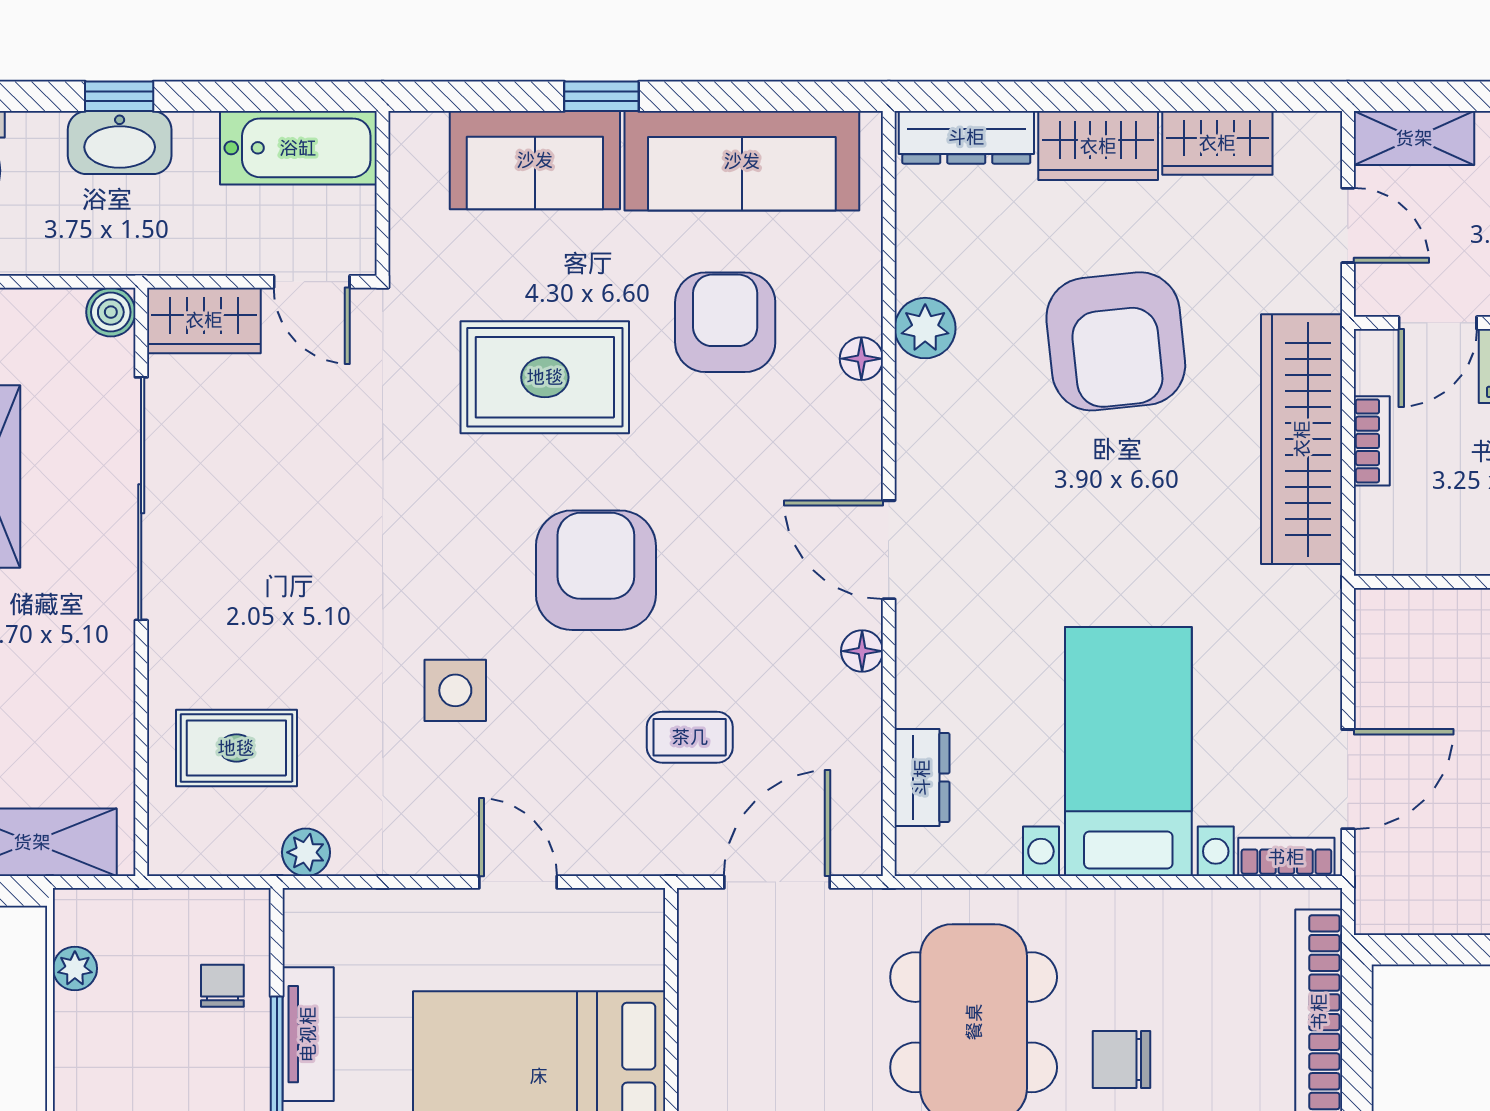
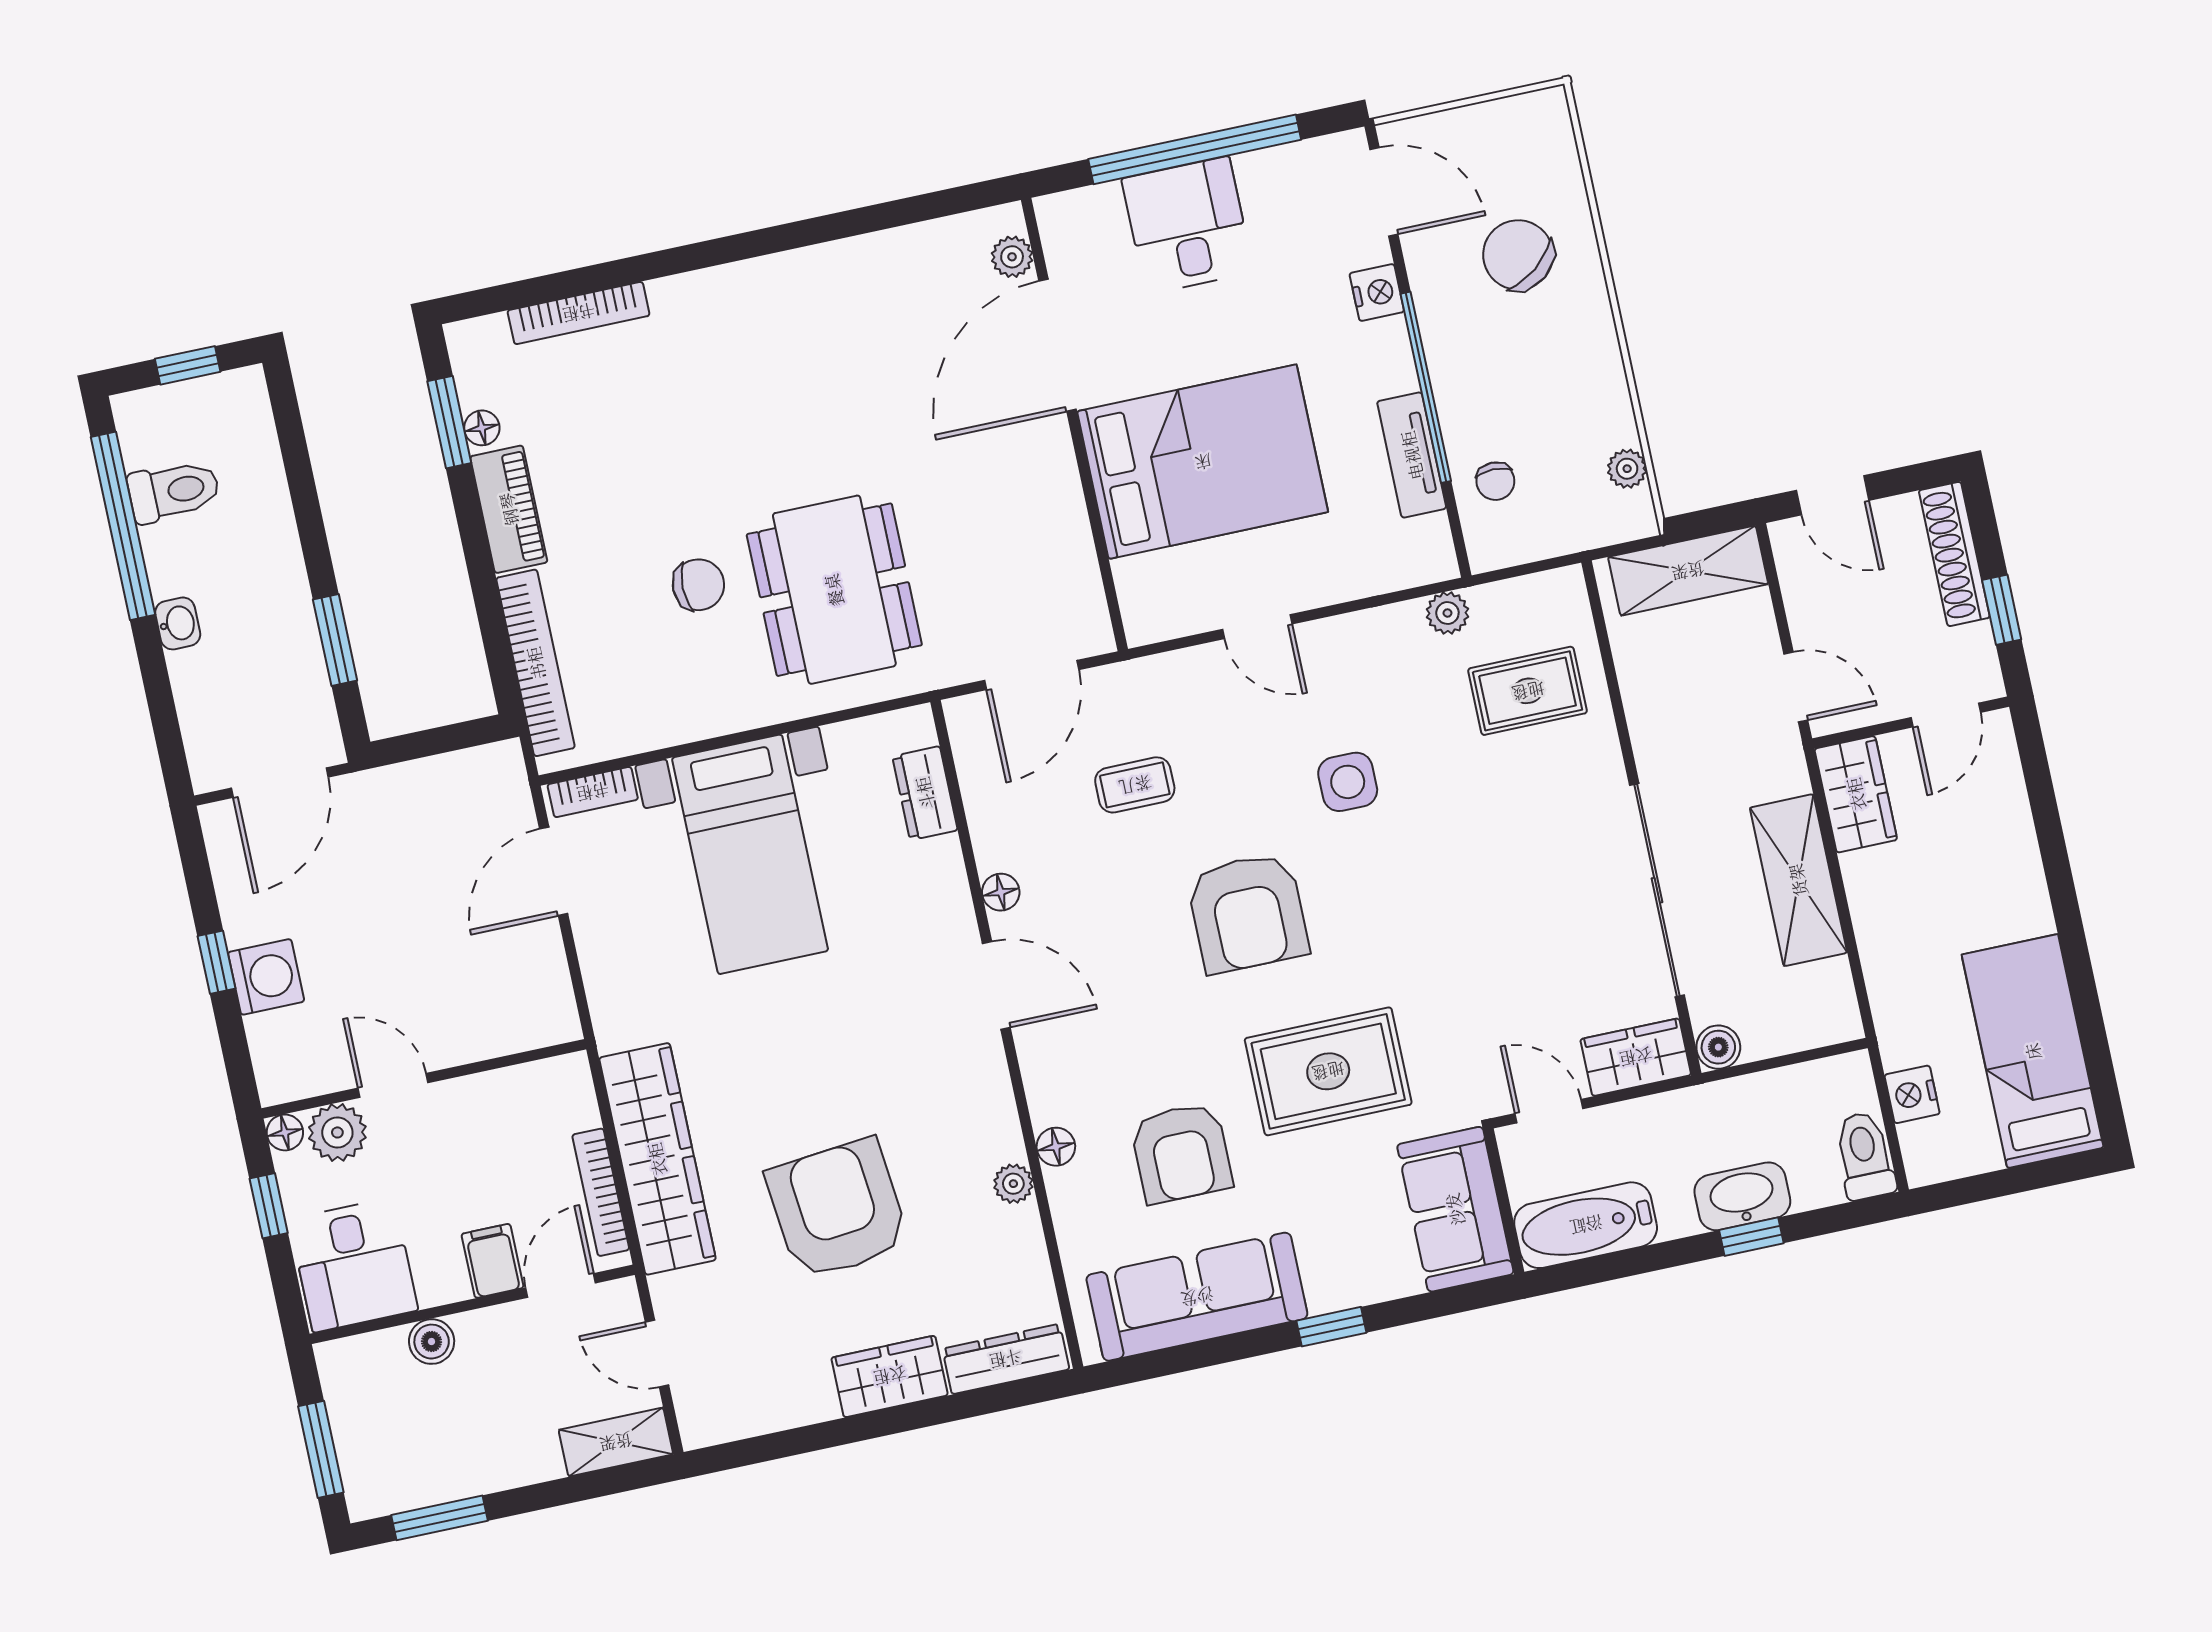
wardrobe: (1217, 143) -> (786, 1401), removed
sofa: (535, 160) -> (1455, 1209), moved, turned -90
plant: (925, 328) -> (1013, 1184), width x0.73, depth x0.73
bookcase: (1372, 441) -> (601, 1192), width x1.56

